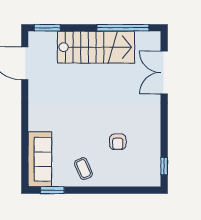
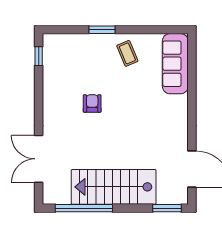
double door: (164, 73) -> (39, 159), swing flipped
armchair: (118, 142) -> (92, 103), moved
window: (52, 190) -> (102, 30), moved

